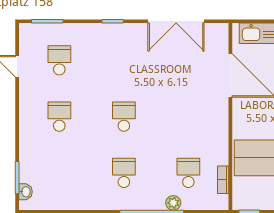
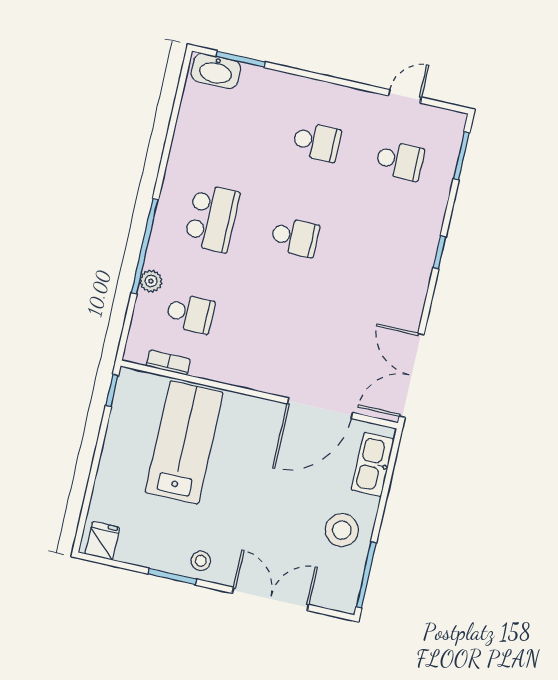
double door: (176, 21) -> (412, 375), moved
school desk: (124, 173) -> (212, 218), width x1.85
washbasin: (26, 192) -> (216, 71), width x1.91, depth x1.45

